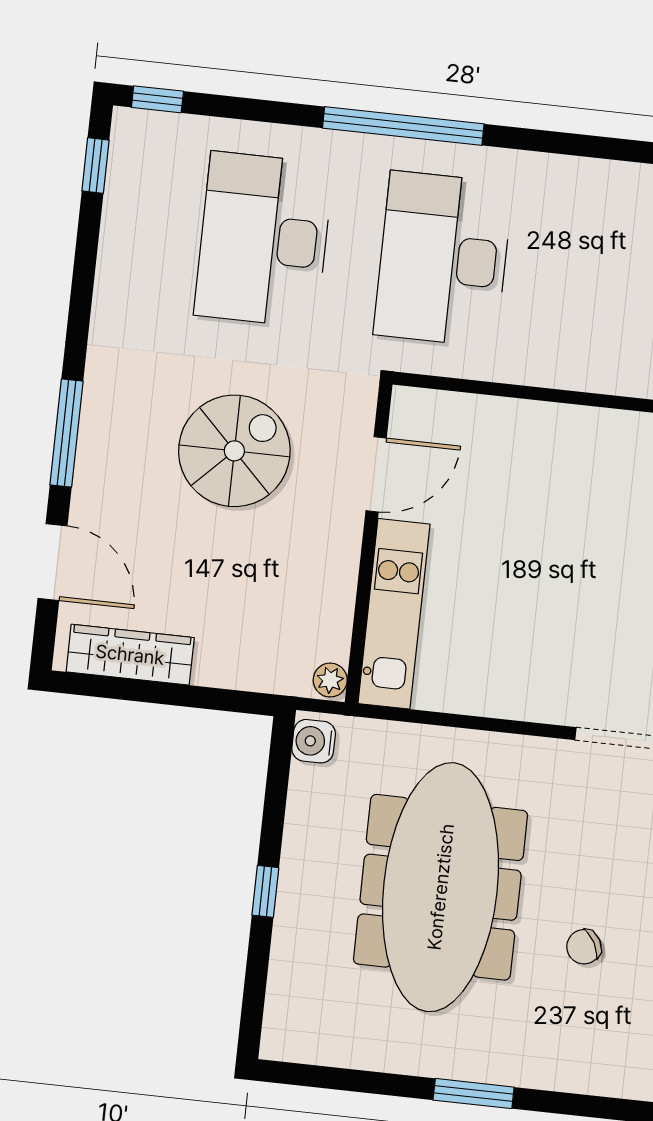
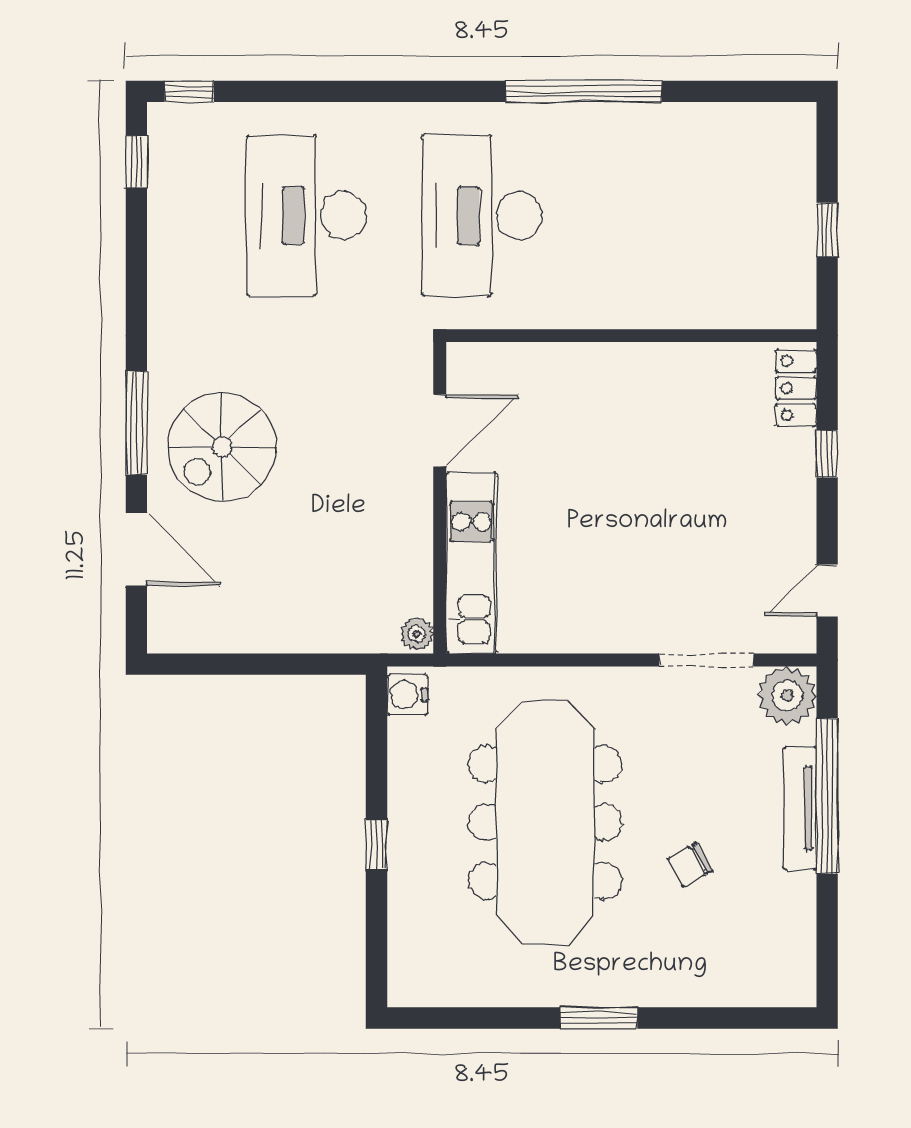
window: (403, 126) -> (584, 91), moved
spiral stairs: (234, 451) -> (222, 447), moved, turned 180
wardrobe: (130, 655) -> (221, 630), removed

